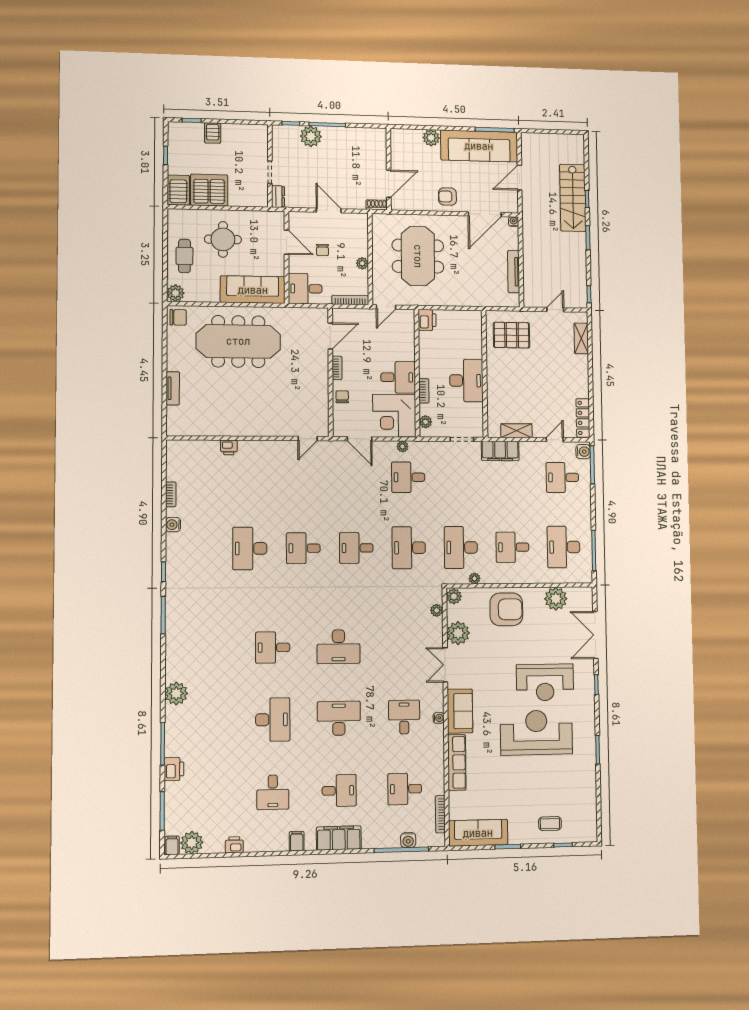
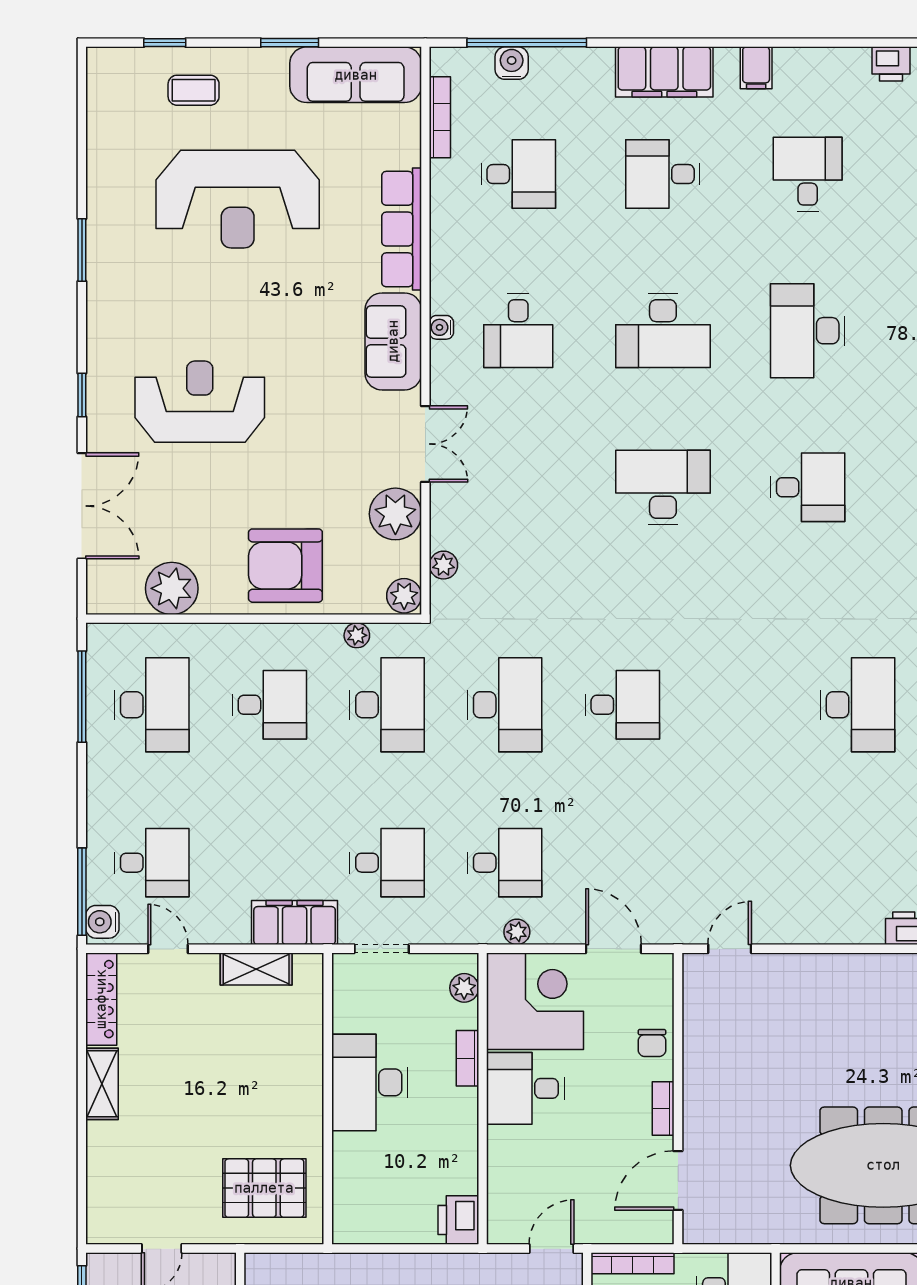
shelving: (581, 338) -> (102, 1084), moved
door: (555, 440) -> (168, 949), swing flipped
desk: (303, 548) -> (387, 863), moved
reception desk: (536, 733) -> (238, 199), moved

